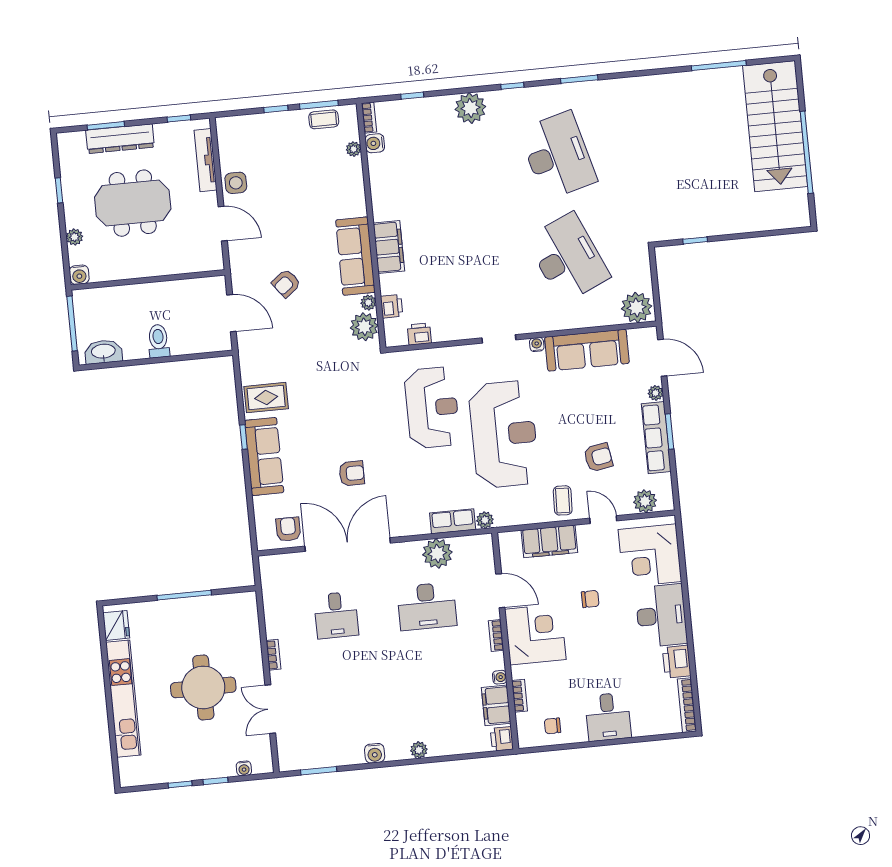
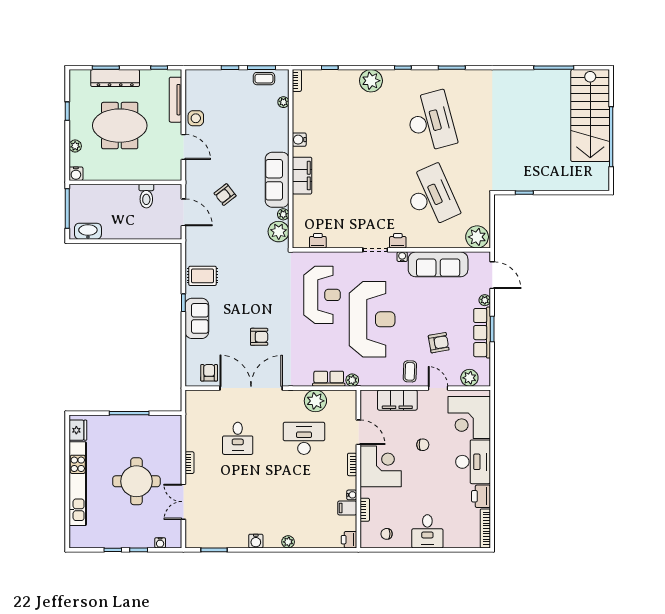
water cooler: (375, 143) -> (299, 140), moved
printer: (392, 306) -> (398, 241), moved, turned -90
toilet: (158, 341) -> (146, 196), moved, turned 180
sofa: (264, 456) -> (197, 318), width x0.73
desk: (427, 606) -> (304, 438), turned 180
filing cabinet: (496, 705) -> (347, 508), width x0.50

